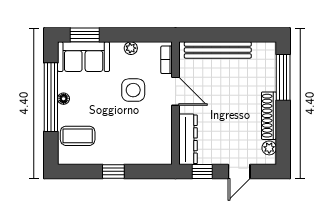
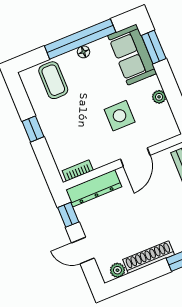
bookcase: (167, 60) -> (78, 171), moved

